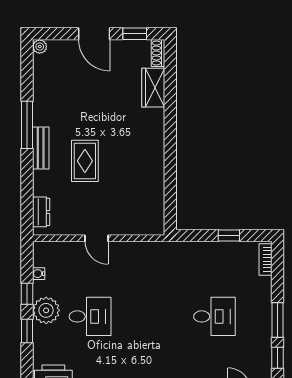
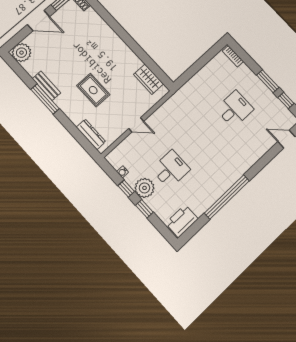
plant: (40, 47) -> (21, 53), width x1.88, depth x1.88
wardrobe: (153, 88) -> (149, 79), moved
bench: (41, 148) -> (46, 86), moved
dresser: (41, 212) -> (91, 134), width x1.44
window: (229, 235) -> (203, 61), removed

